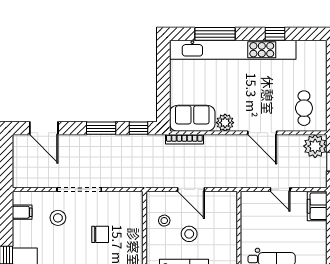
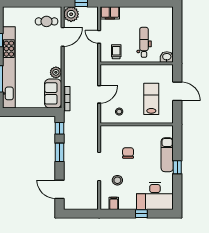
door: (44, 128) -> (60, 189), swing flipped
door: (262, 133) -> (63, 37), moved
door: (280, 190) -> (99, 37), swing flipped
trolley: (257, 216) -> (116, 52), added
stool: (189, 234) -> (128, 96), removed

